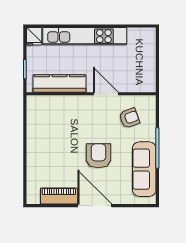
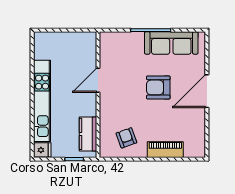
kitchen counter: (59, 83) -> (88, 134), width x0.67
armchair: (129, 118) -> (126, 138), moved
piano: (59, 196) -> (165, 150), moved, turned 90

